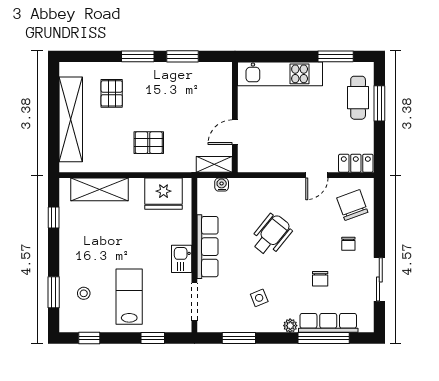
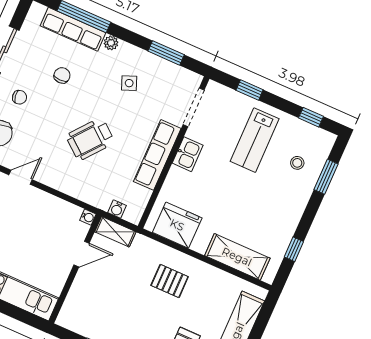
water cooler: (244, 166) -> (88, 217), added
chair: (348, 244) -> (19, 97), turned 81

